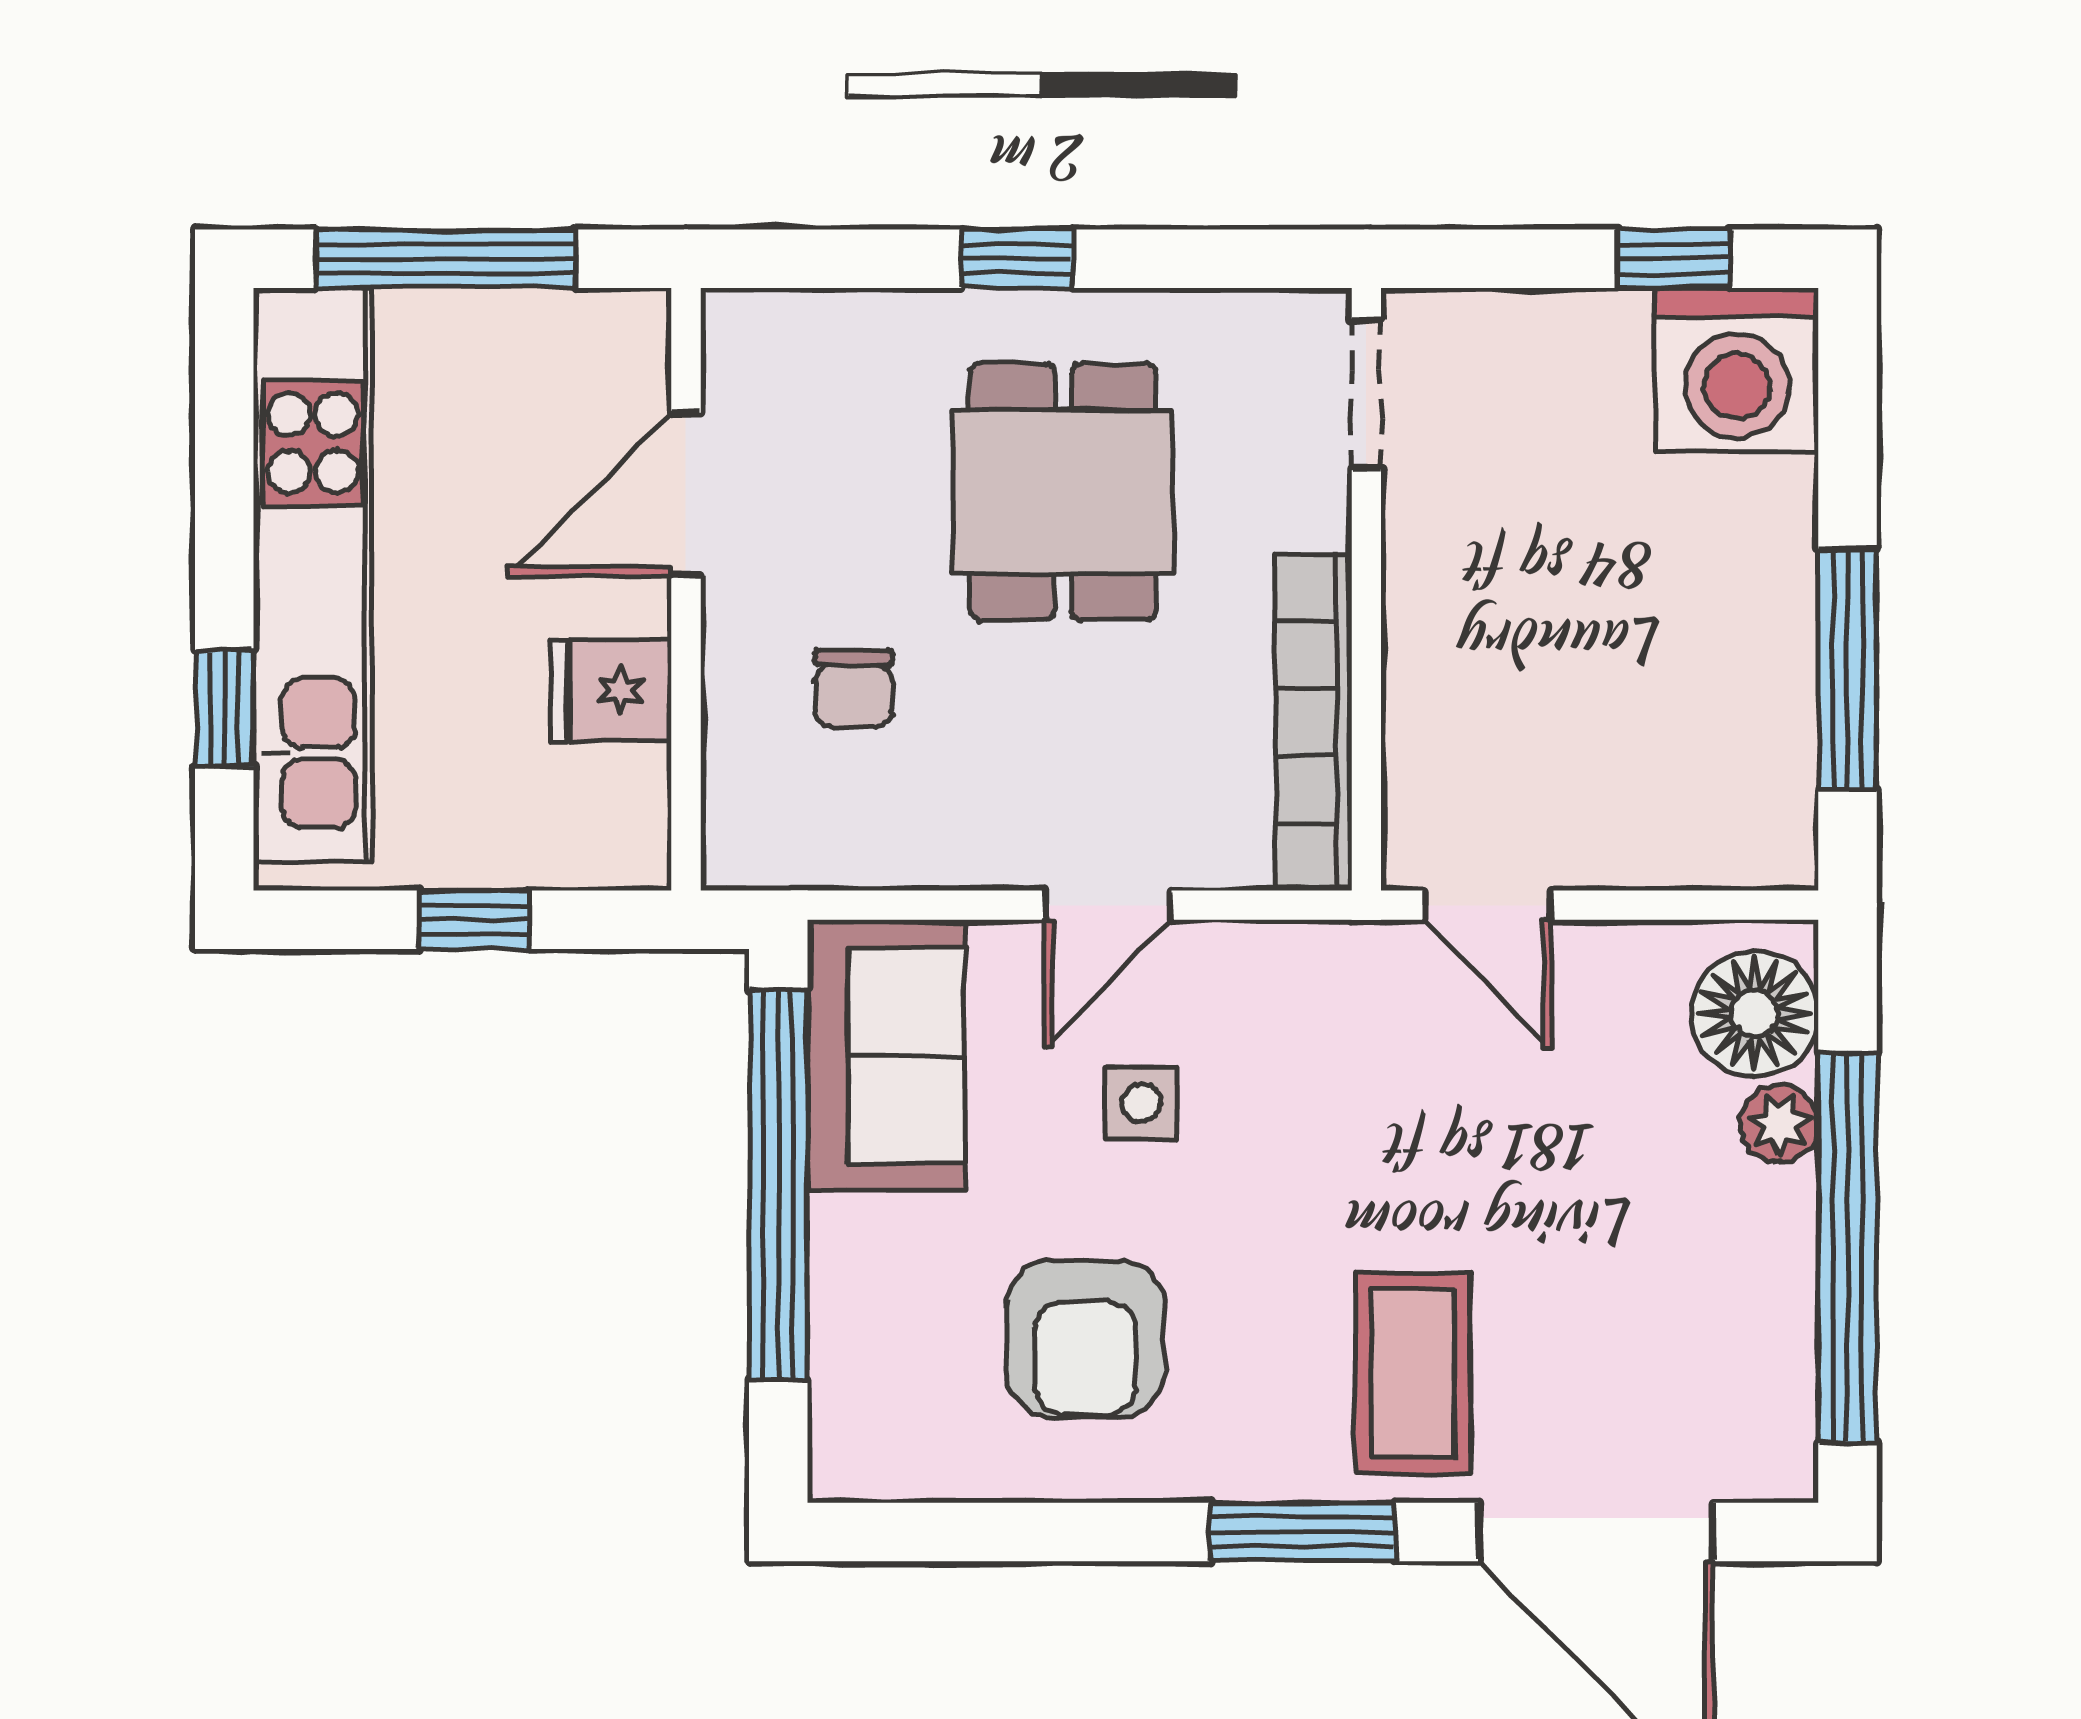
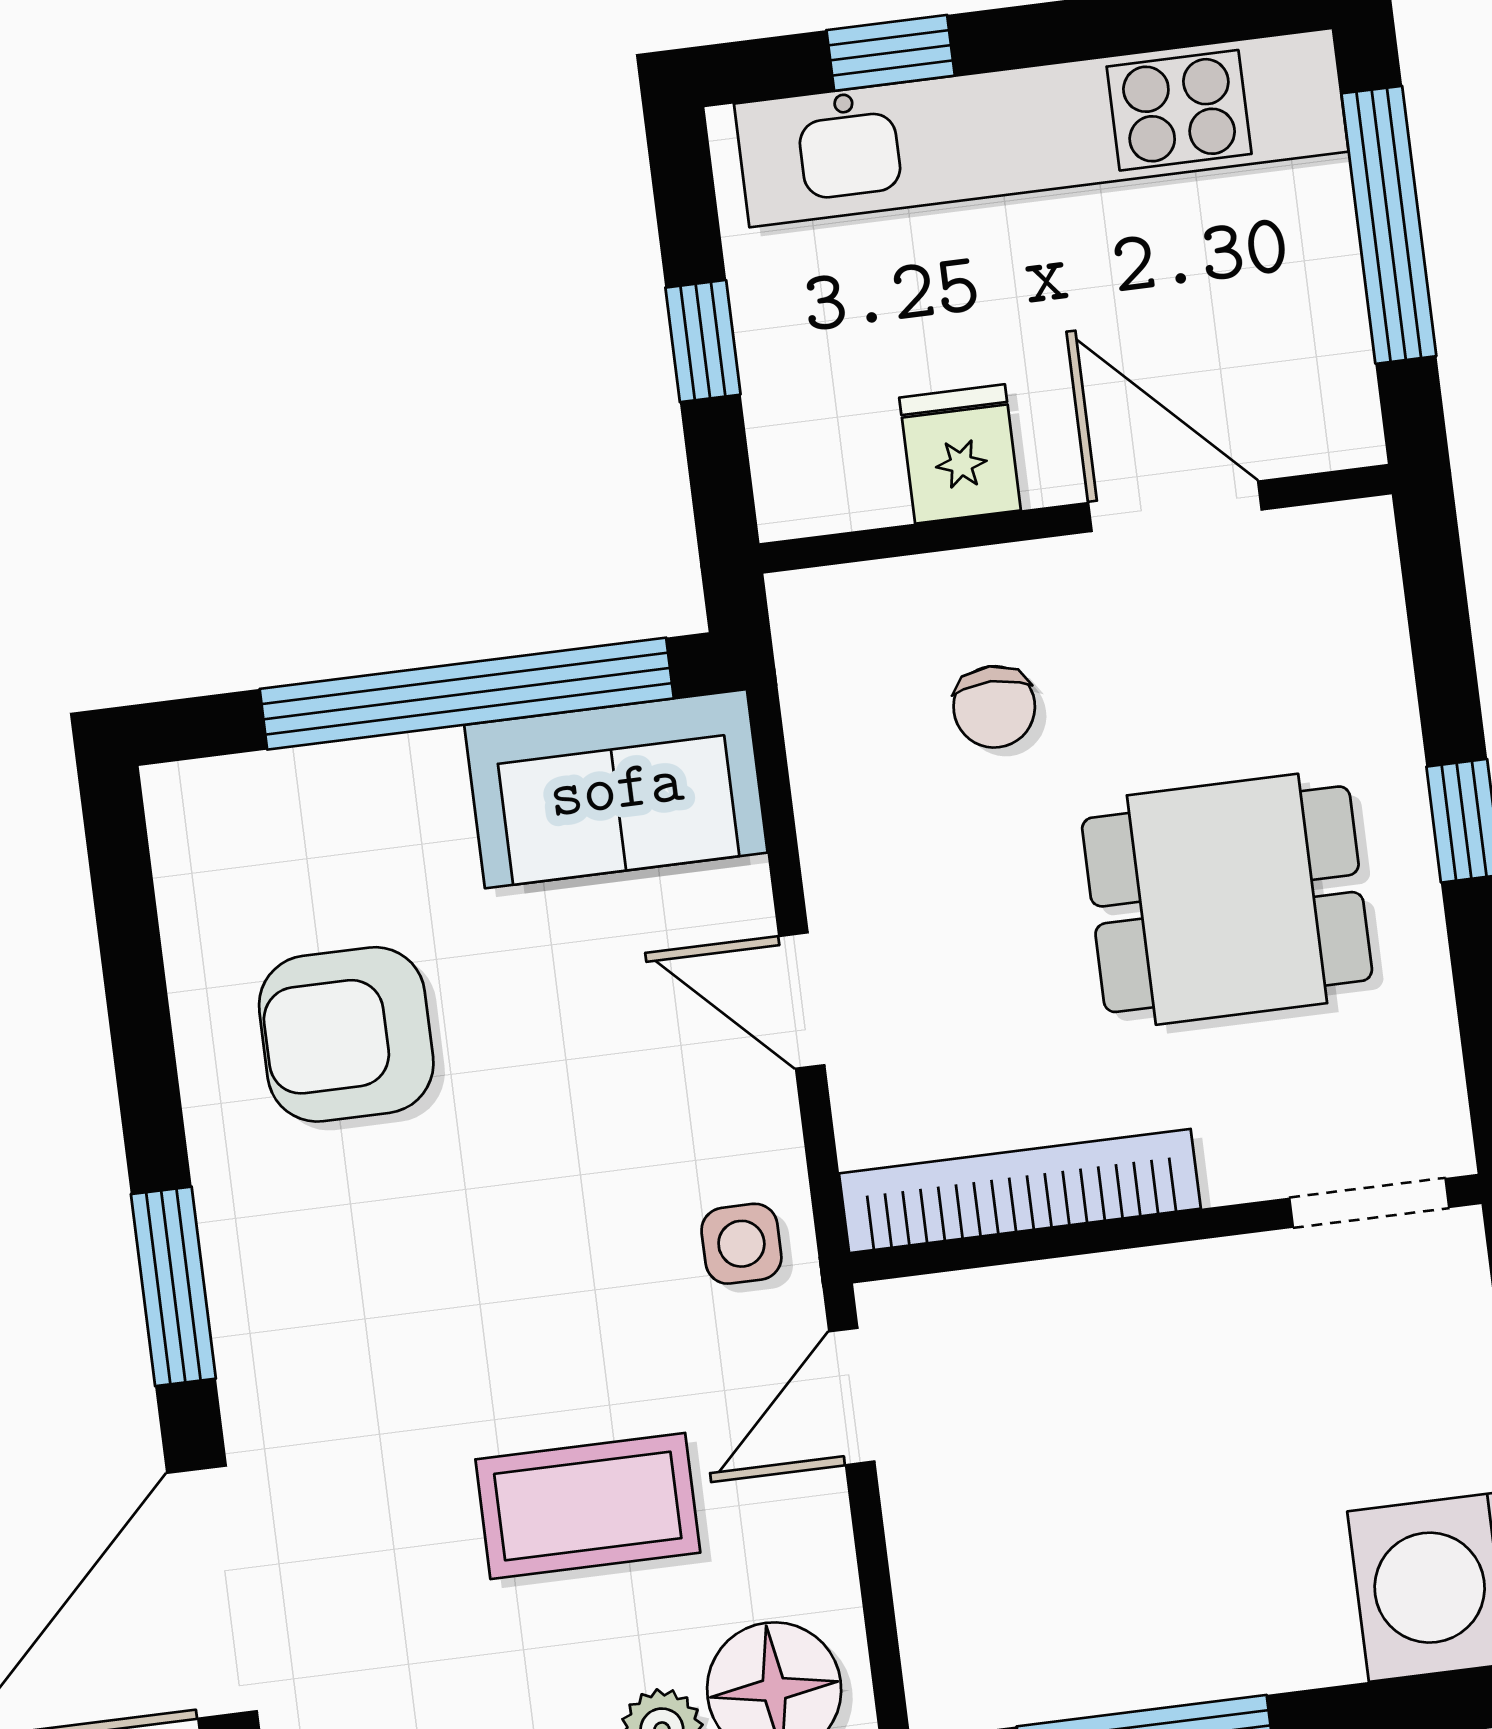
chair: (854, 689) -> (994, 707), turned -90
side table: (1141, 1103) -> (741, 1244), moved
coffee table: (1413, 1373) -> (588, 1506), moved

